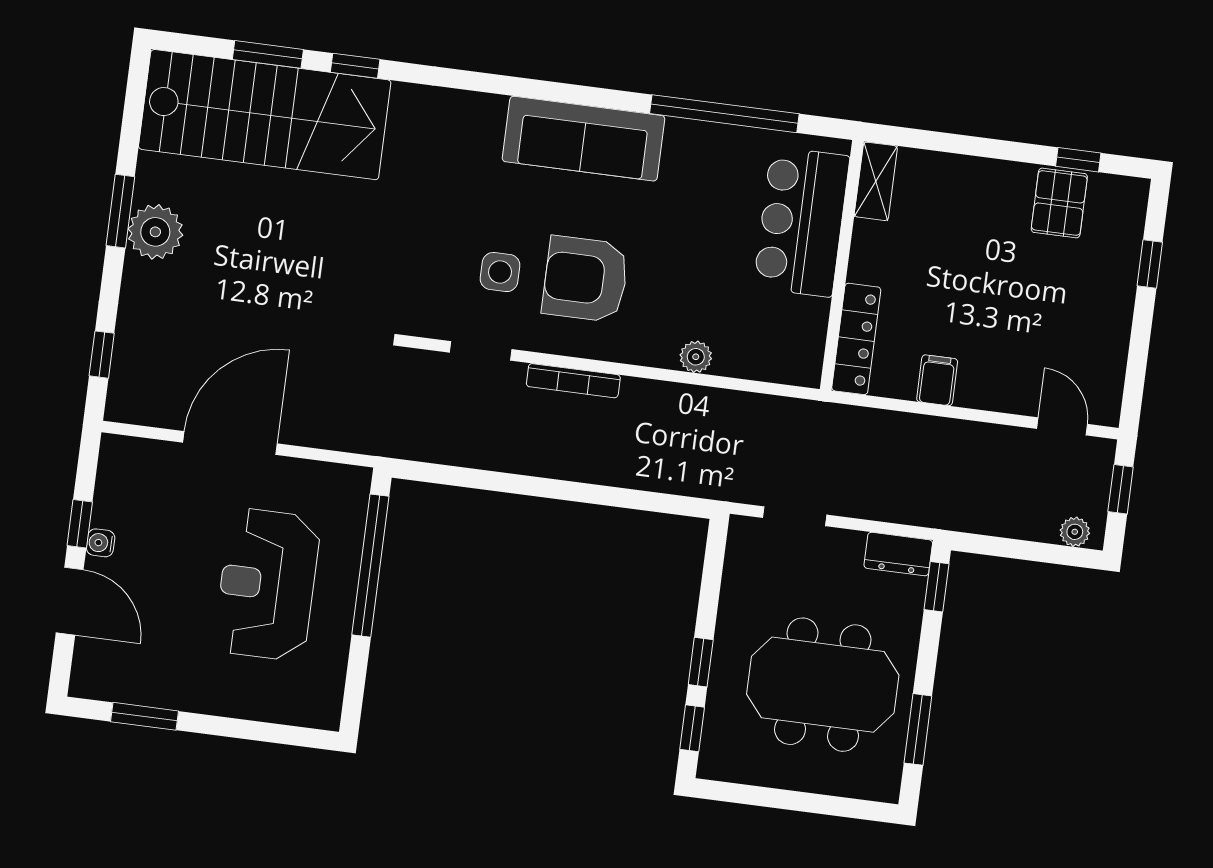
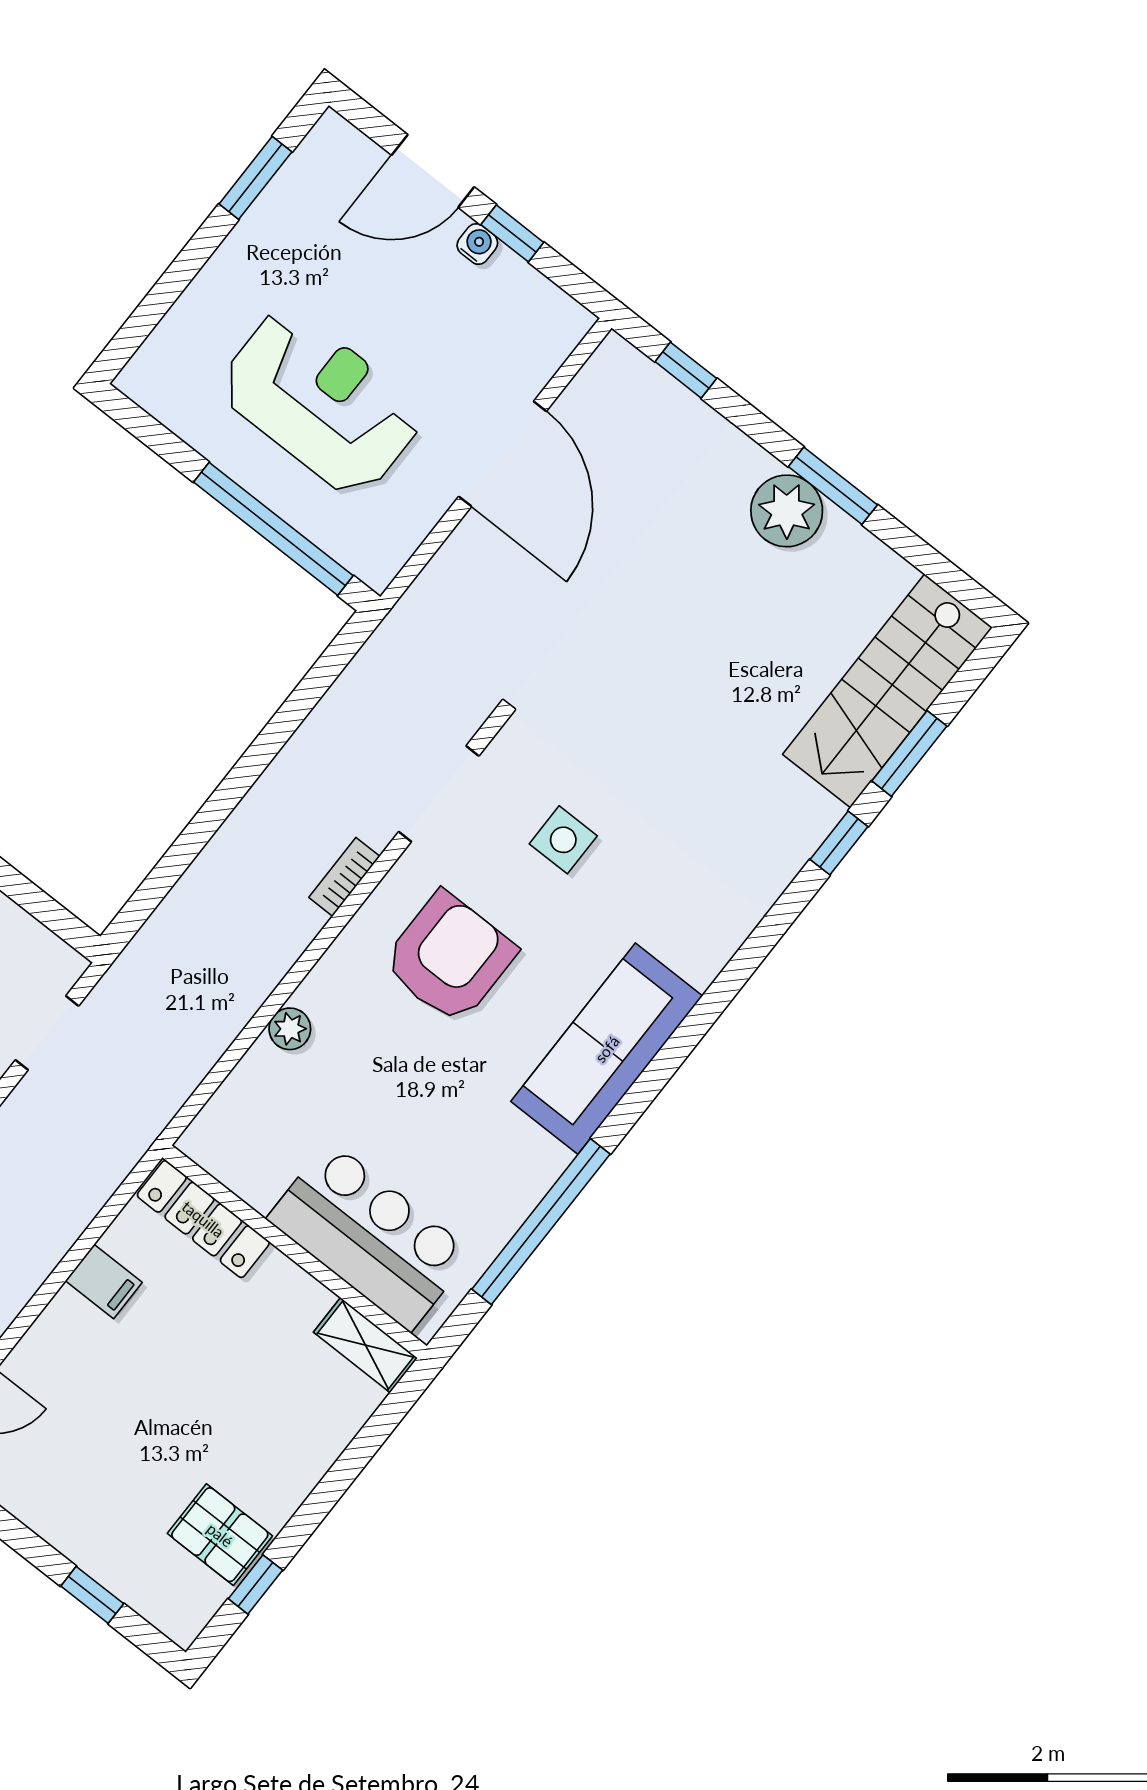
stairs: (265, 115) -> (888, 691), width x0.73, depth x0.66
side table: (500, 272) -> (563, 840), moved
doorway: (481, 351) -> (439, 794), width x1.38
bookcase: (573, 381) -> (344, 877), width x0.64

